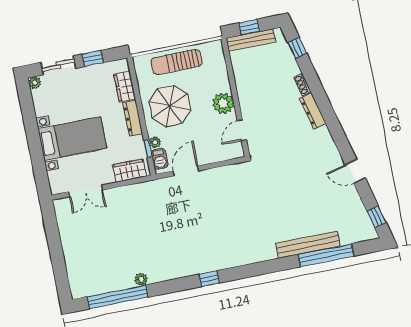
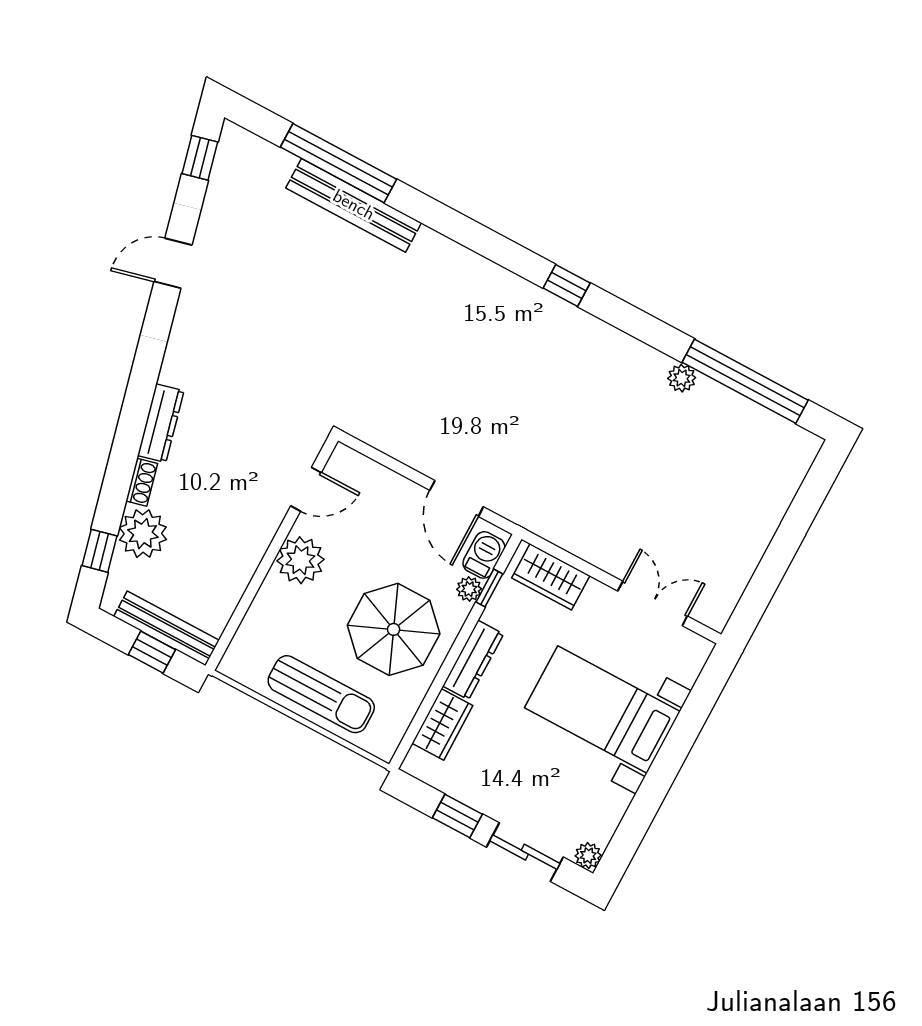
plant: (287, 67) -> (143, 534), added
door: (186, 171) -> (457, 498), hinge flipped
door: (355, 171) -> (173, 263), swing flipped

